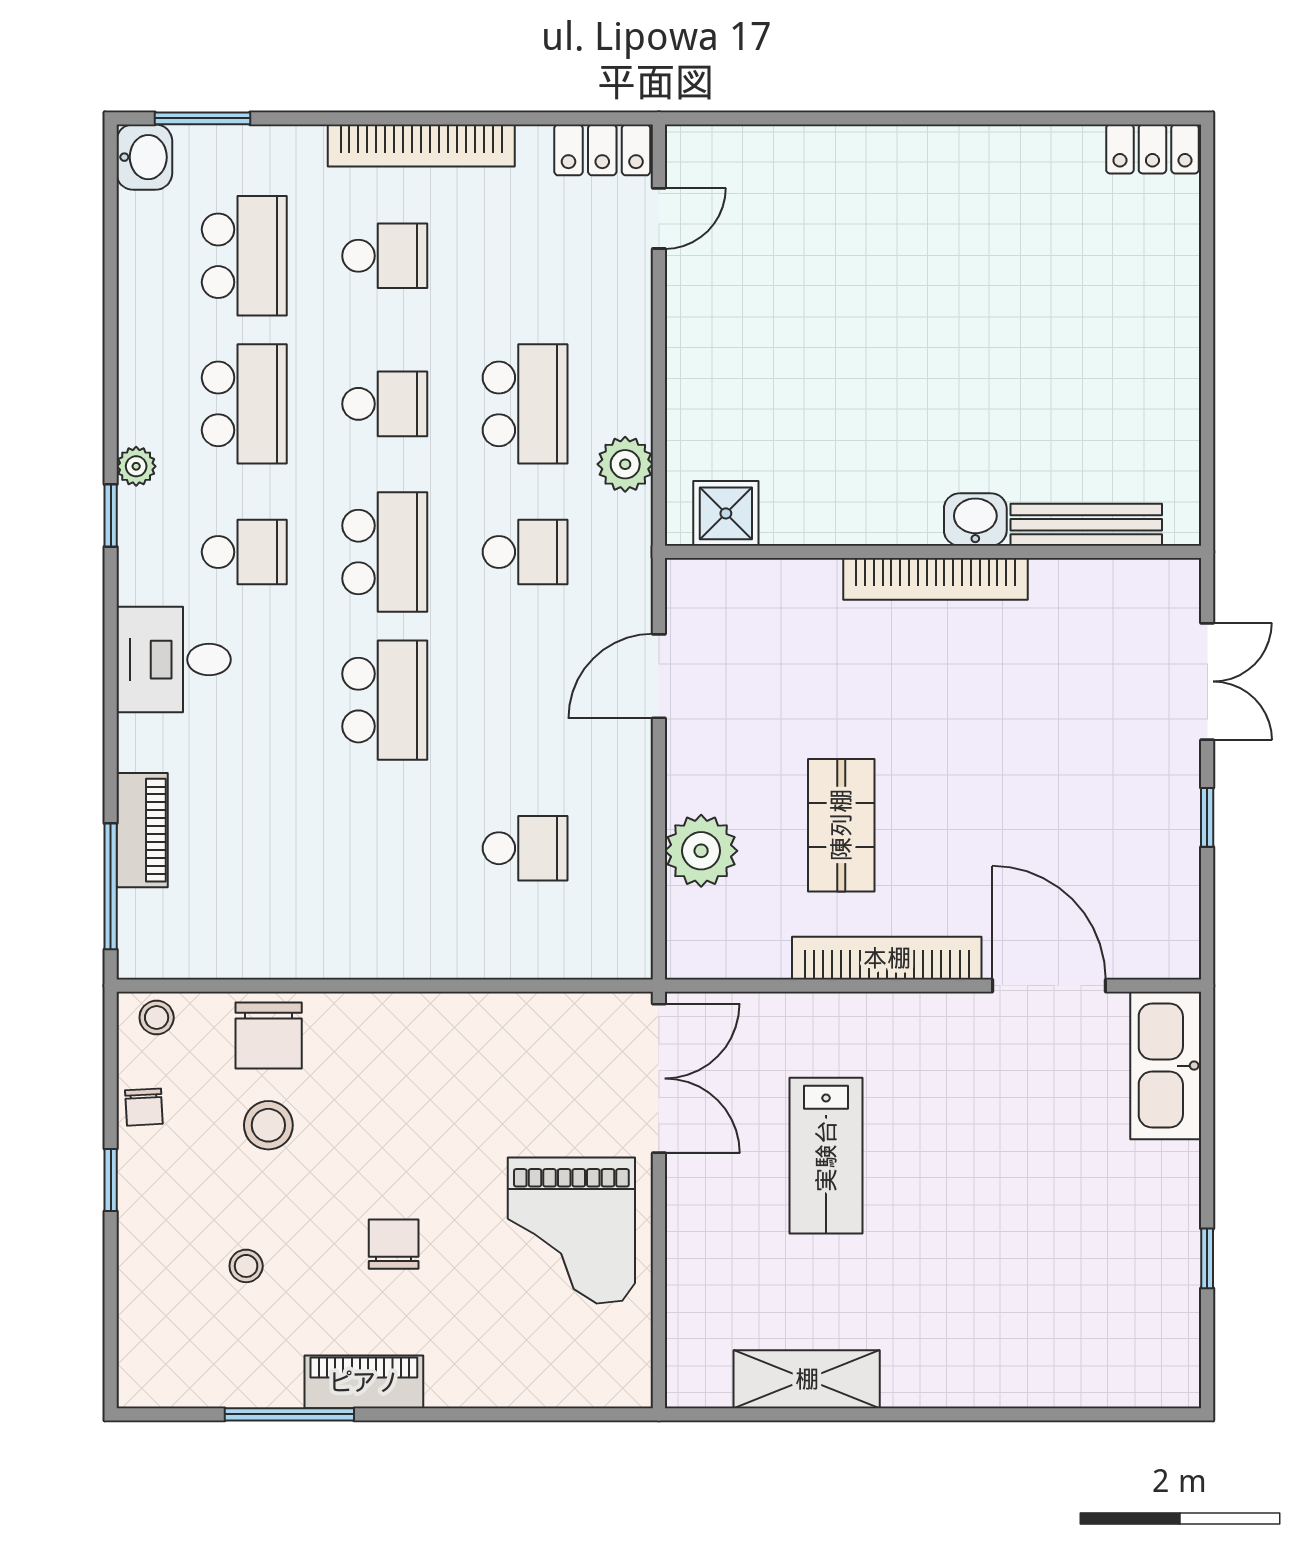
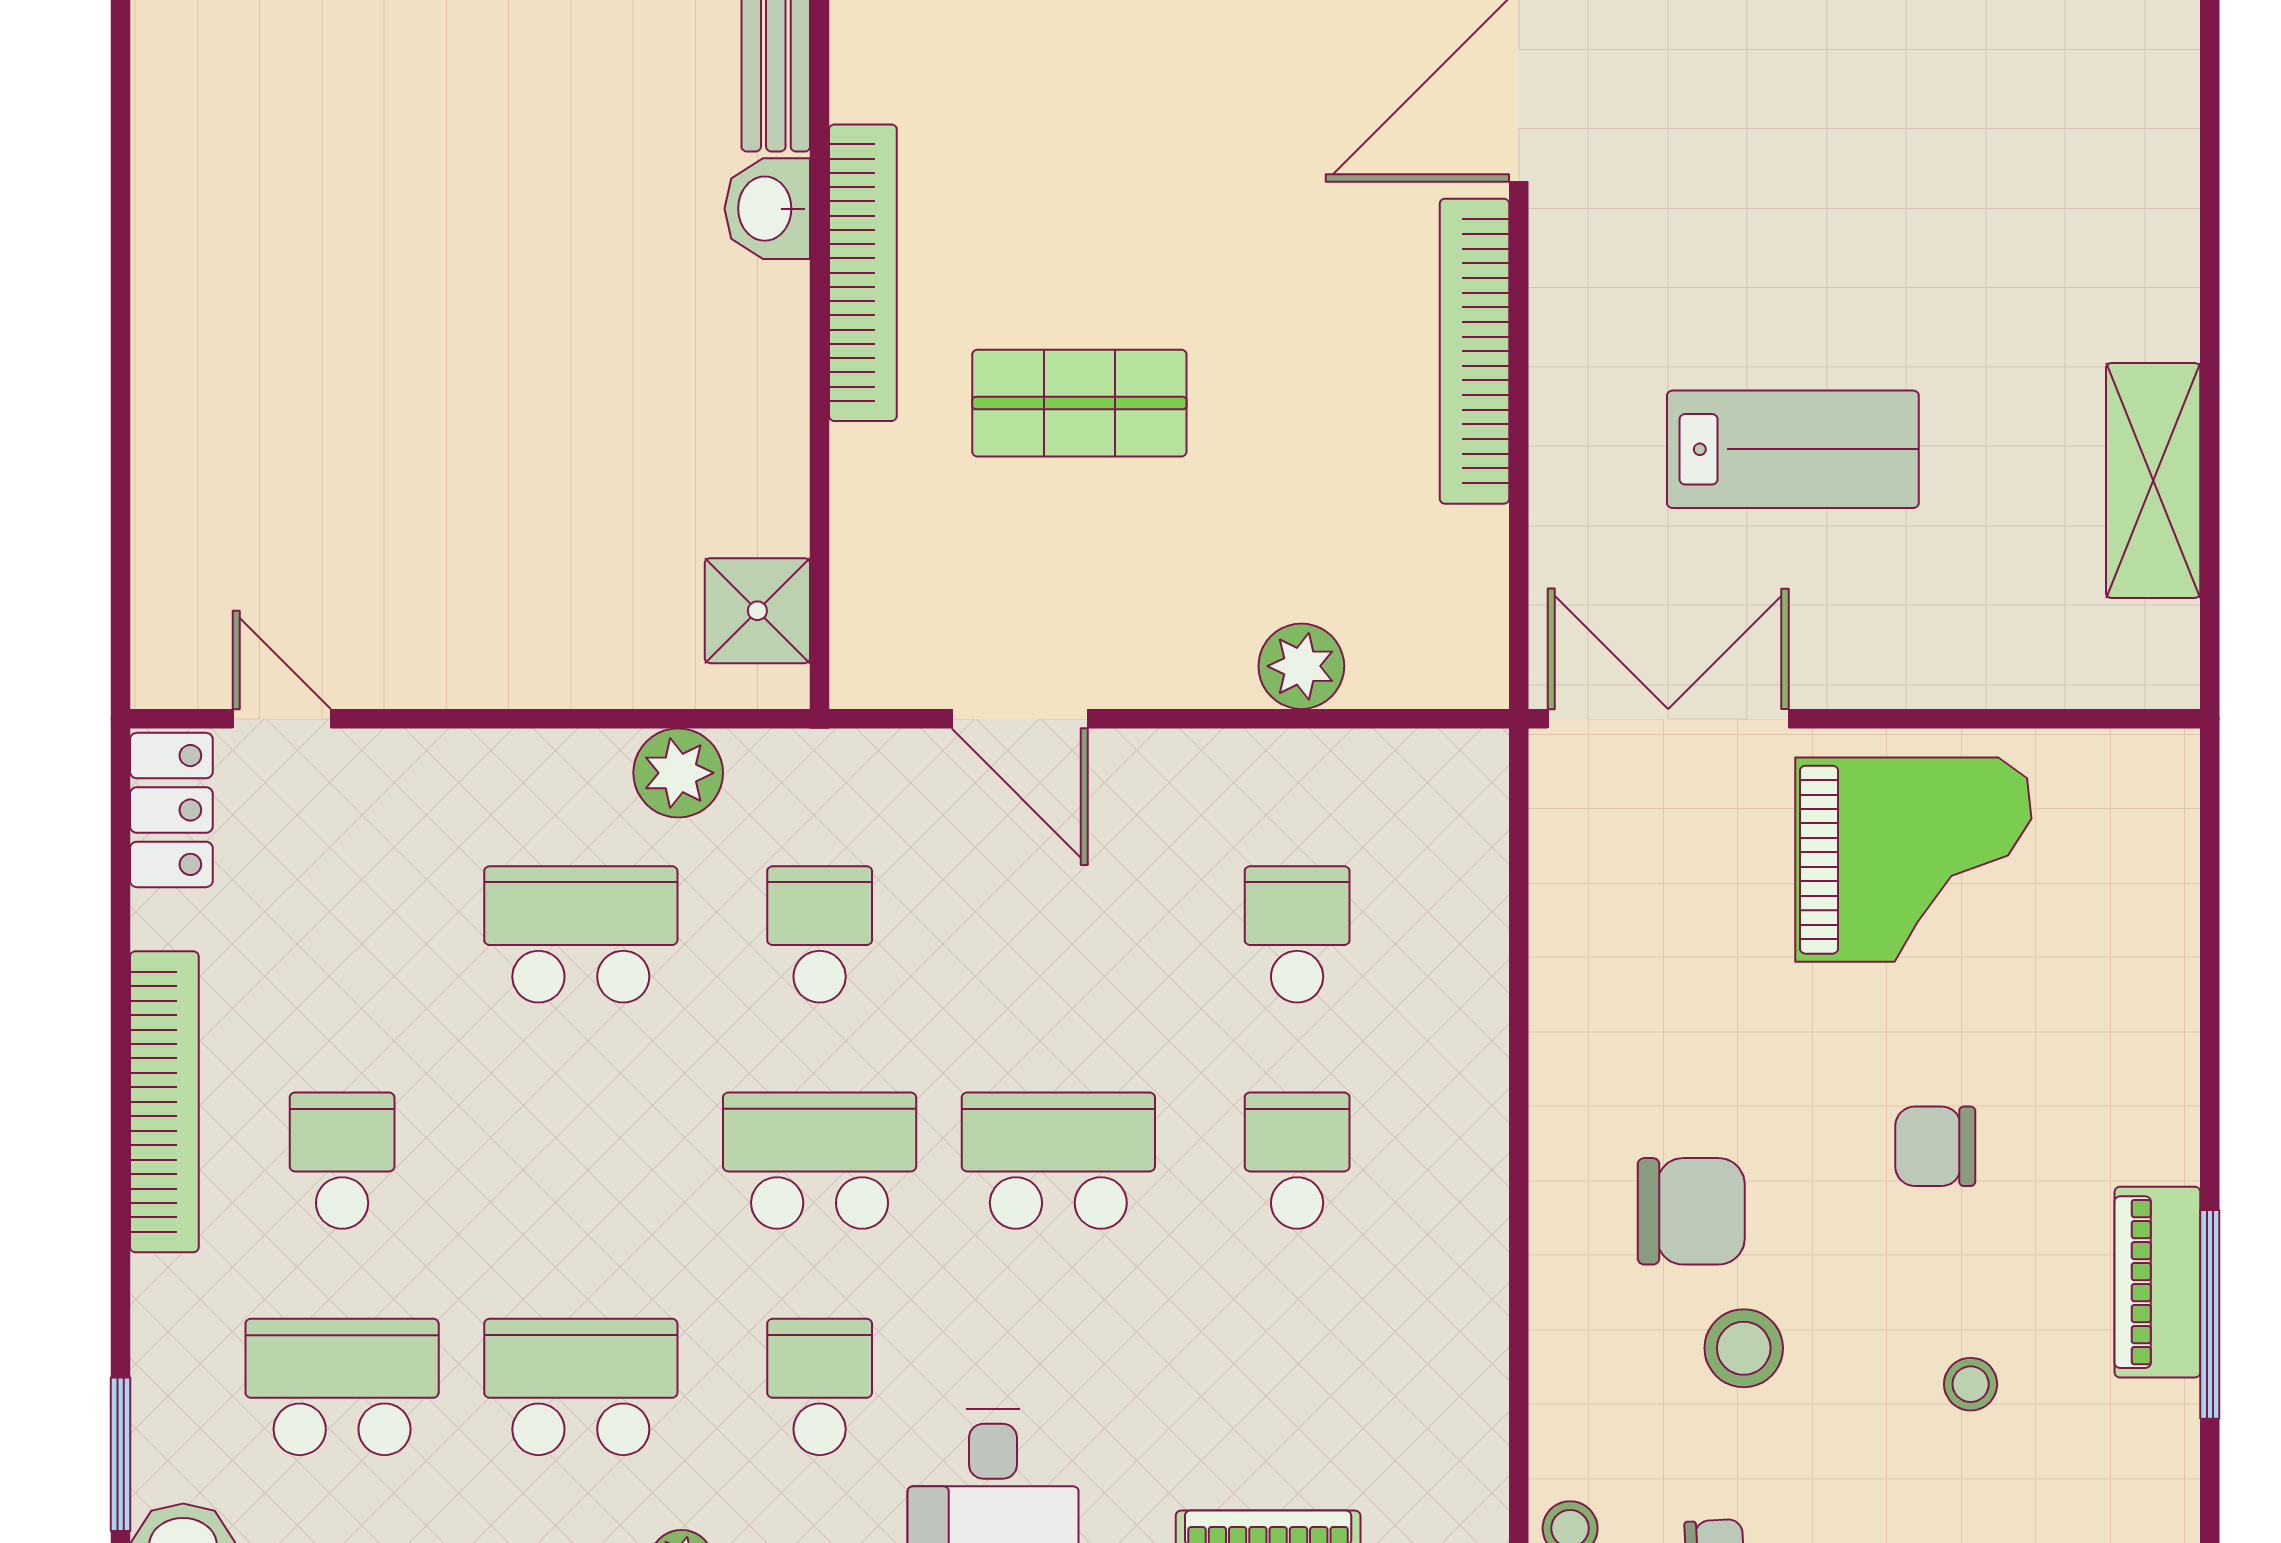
school desk: (385, 404) -> (1297, 1161), moved
shop shelf: (841, 825) -> (1079, 403), moved
plant: (701, 851) -> (1301, 666), width x0.73, depth x0.73
chair: (269, 1035) -> (1691, 1211), moved
piano: (364, 1382) -> (2157, 1282), moved

